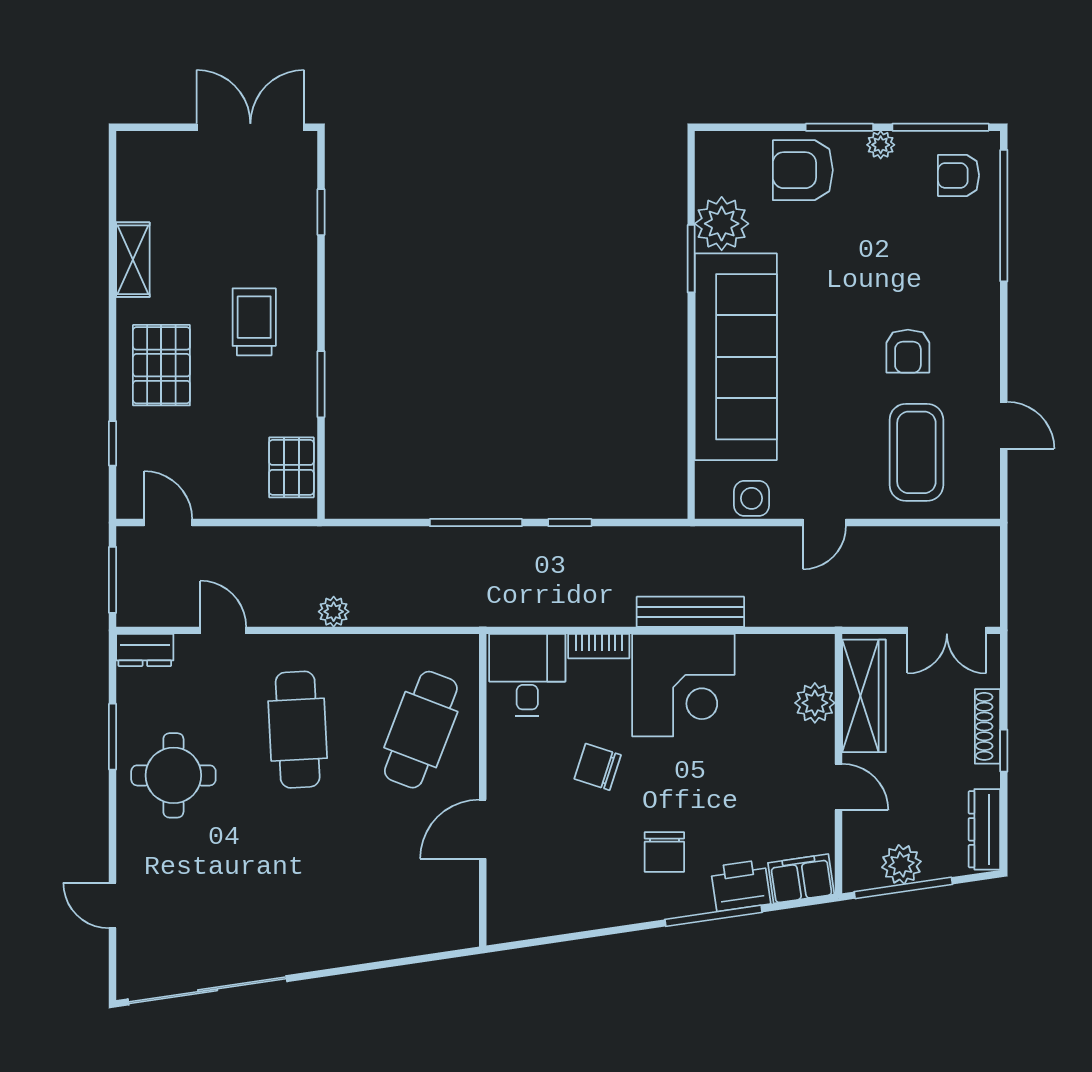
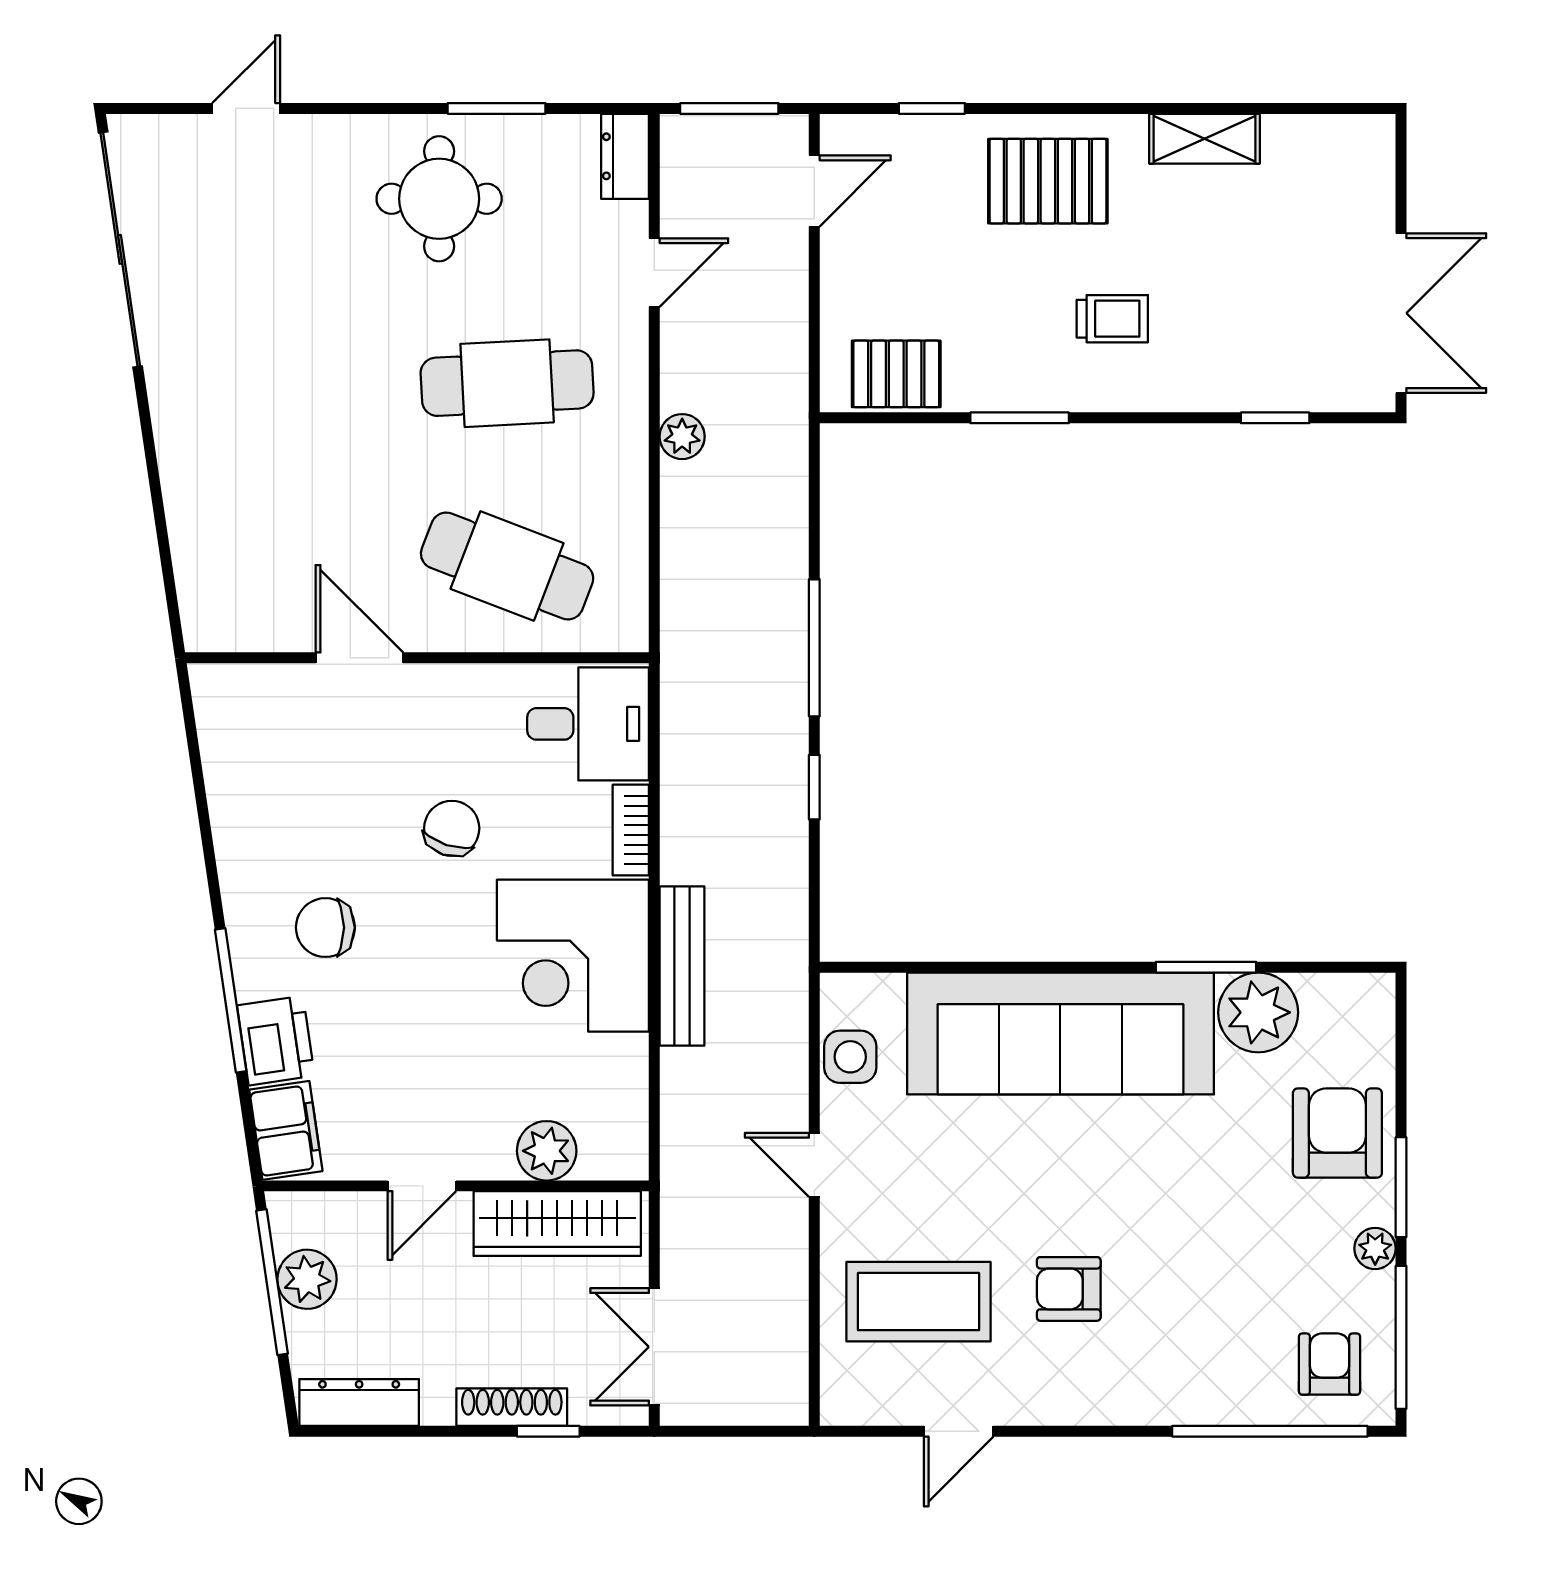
trolley: (254, 322) -> (1112, 319), width x0.73, depth x0.72
window: (1004, 751) -> (548, 1431), moved

